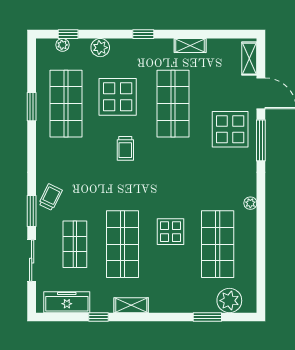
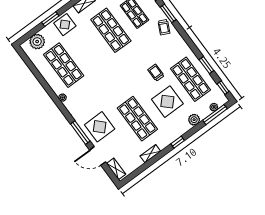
window: (68, 34) -> (215, 115), width x2.17
window: (32, 61) -> (223, 88), added
trolley: (125, 148) -> (156, 73), moved
display table: (171, 232) -> (65, 25), moved
window: (207, 317) -> (50, 19), moved

